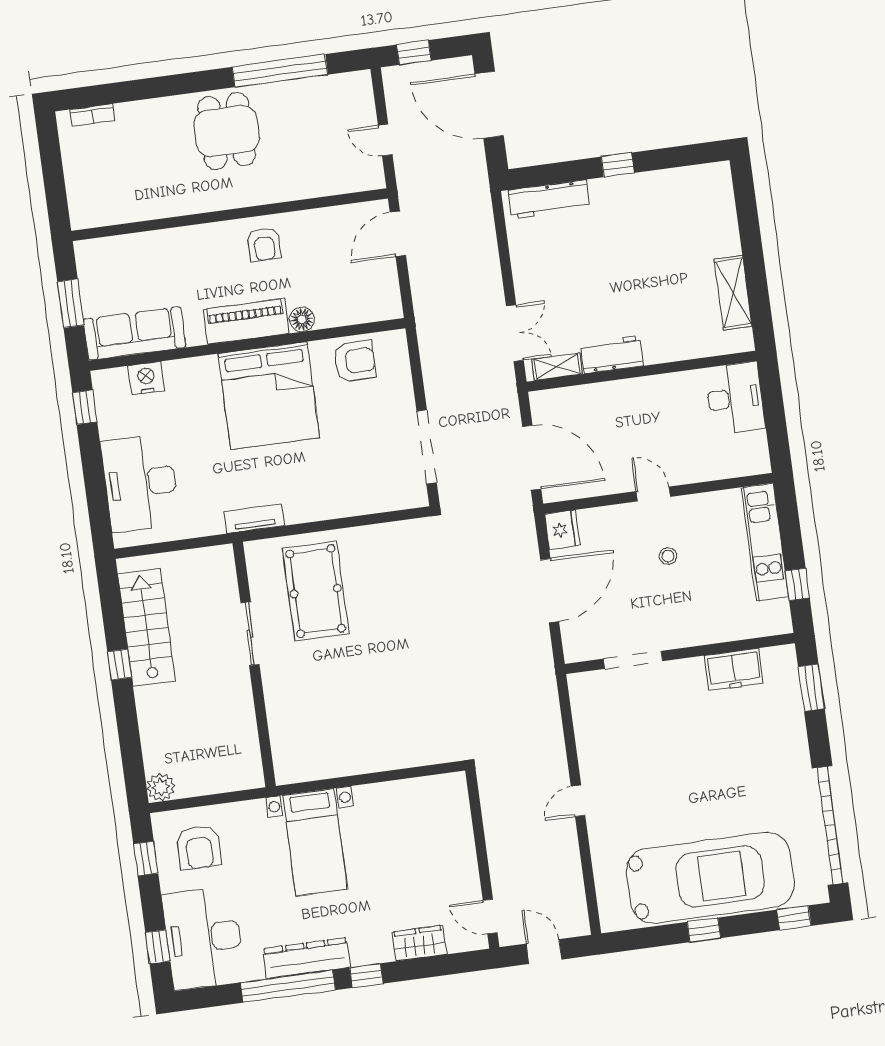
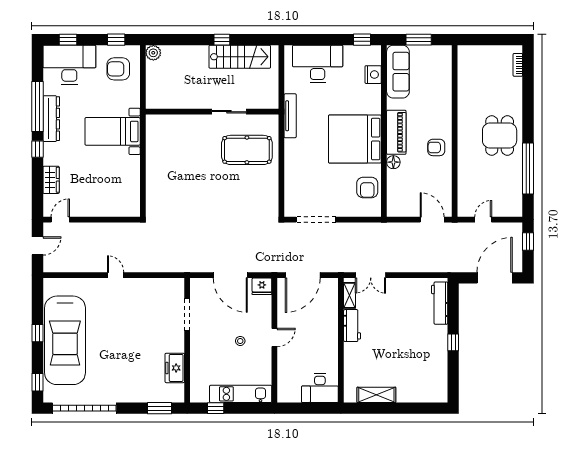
dining table: (227, 131) -> (500, 136), turned 90
tv unit: (254, 519) -> (290, 116), width x1.41

